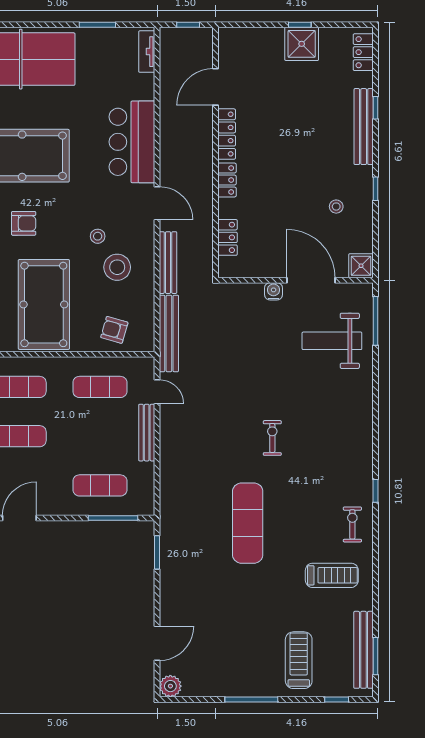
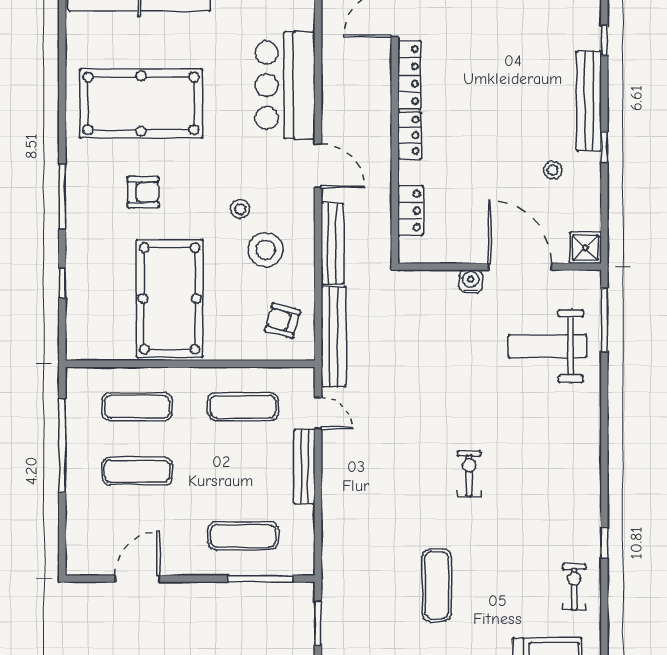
bench: (364, 127) -> (589, 101), moved
armchair: (114, 330) -> (283, 321), moved
exercise mat: (248, 523) -> (437, 585), width x0.73, depth x0.69

